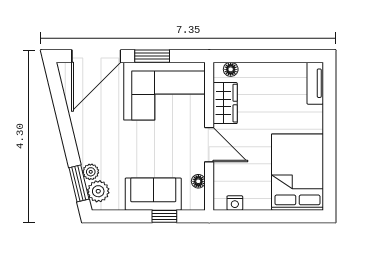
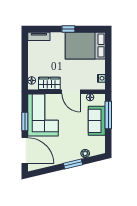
window: (329, 140) -> (68, 29), added
door: (209, 145) -> (71, 92), swing flipped
window: (79, 183) -> (73, 164), moved
plant: (98, 191) -> (95, 150), removed
window: (164, 216) -> (108, 115), width x2.17

